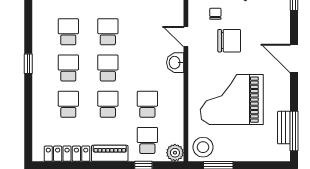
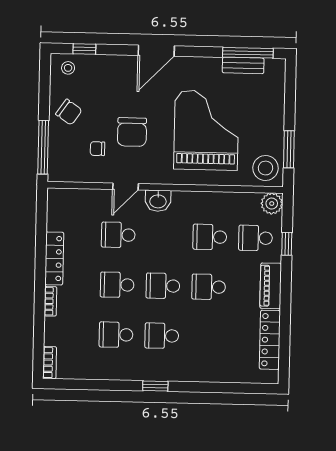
chair: (229, 41) -> (132, 132), turned 180
grand piano: (232, 100) -> (206, 130), turned 180
school desk: (68, 104) -> (118, 235), moved

